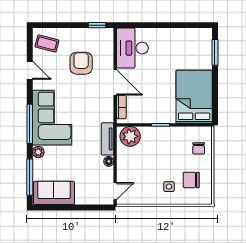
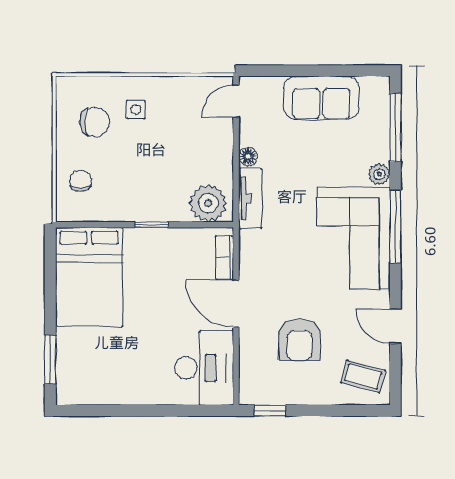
sofa: (54, 193) -> (321, 98), moved

